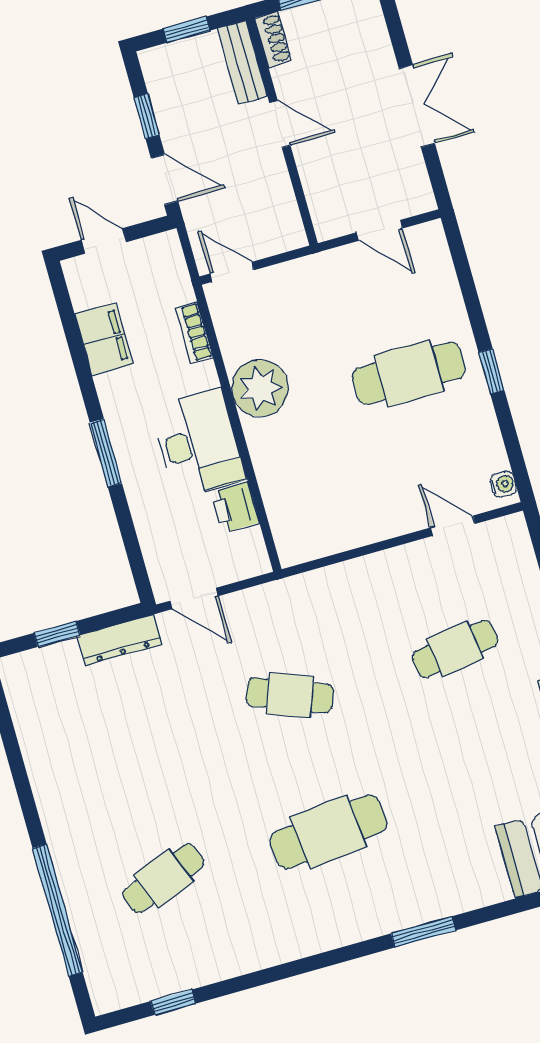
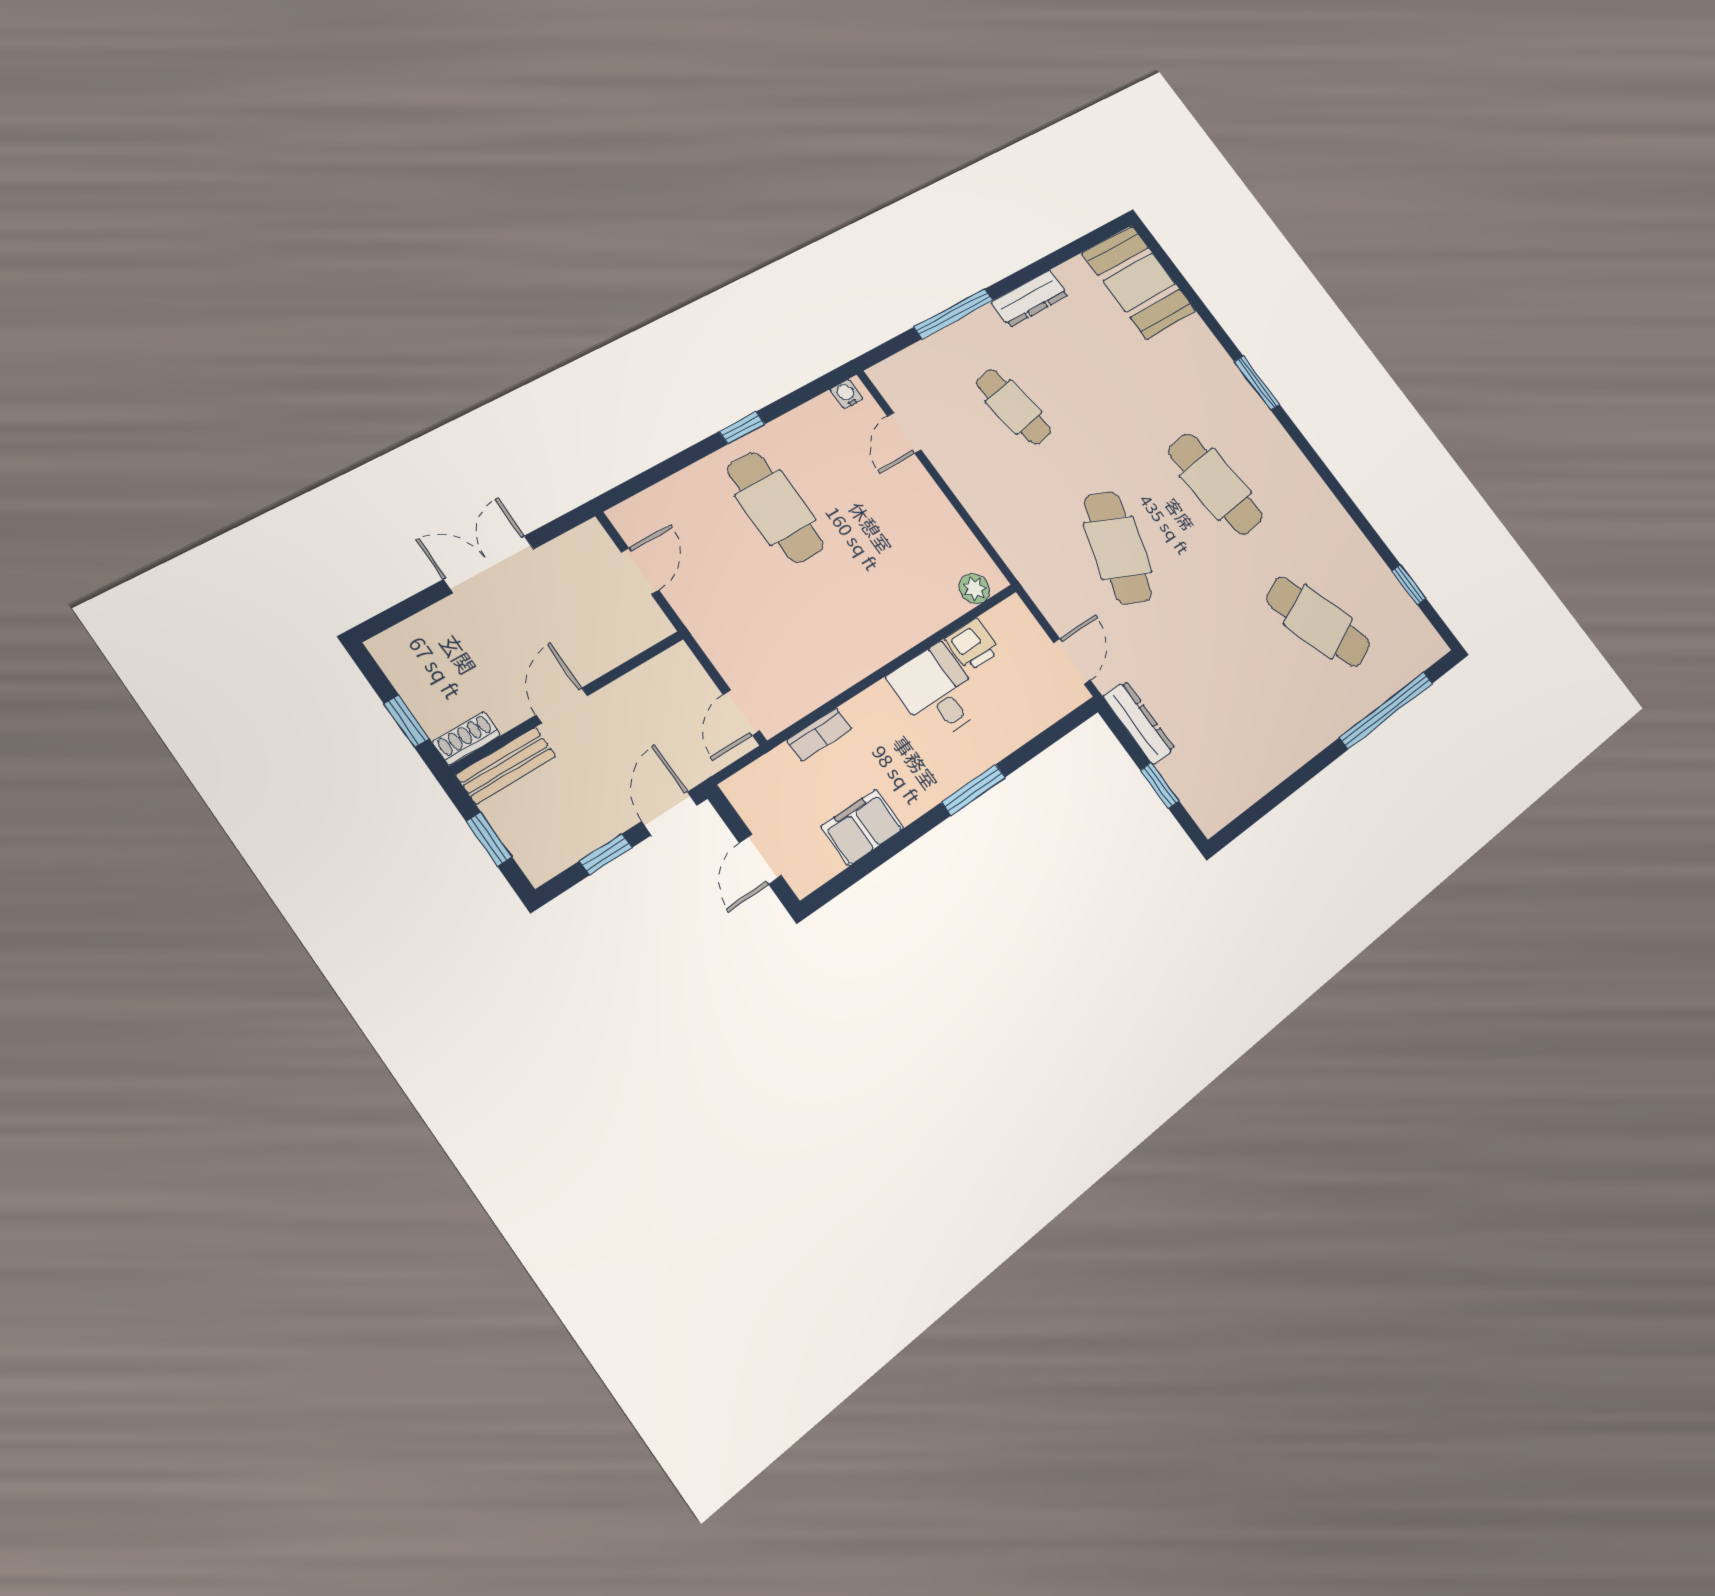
plant: (260, 388) -> (975, 589), moved, width x0.53, depth x0.53
desk: (198, 443) -> (937, 692), width x0.73
cafe table: (290, 695) -> (1118, 548), width x1.37, depth x1.35
cafe table: (163, 878) -> (1318, 622), width x1.37, depth x1.35

